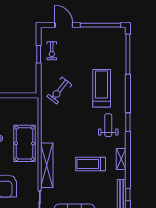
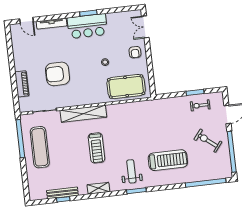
exercise bike: (59, 90) -> (208, 141), moved
weight bench: (108, 125) -> (131, 171), turned -90
pool table: (25, 143) -> (126, 87), moved
treadmill: (91, 164) -> (96, 148), moved, turned 180

